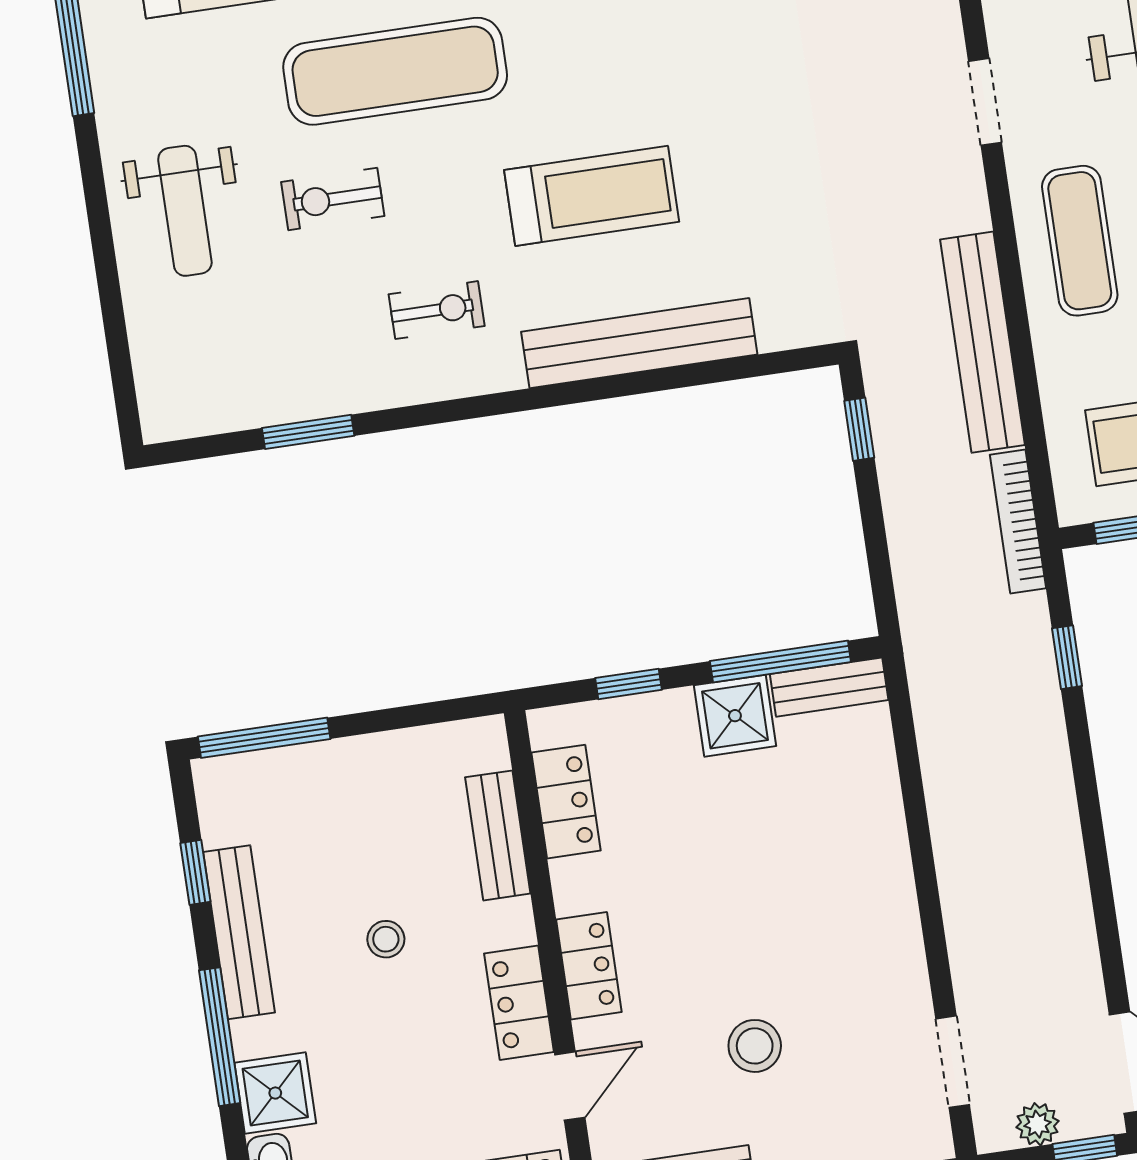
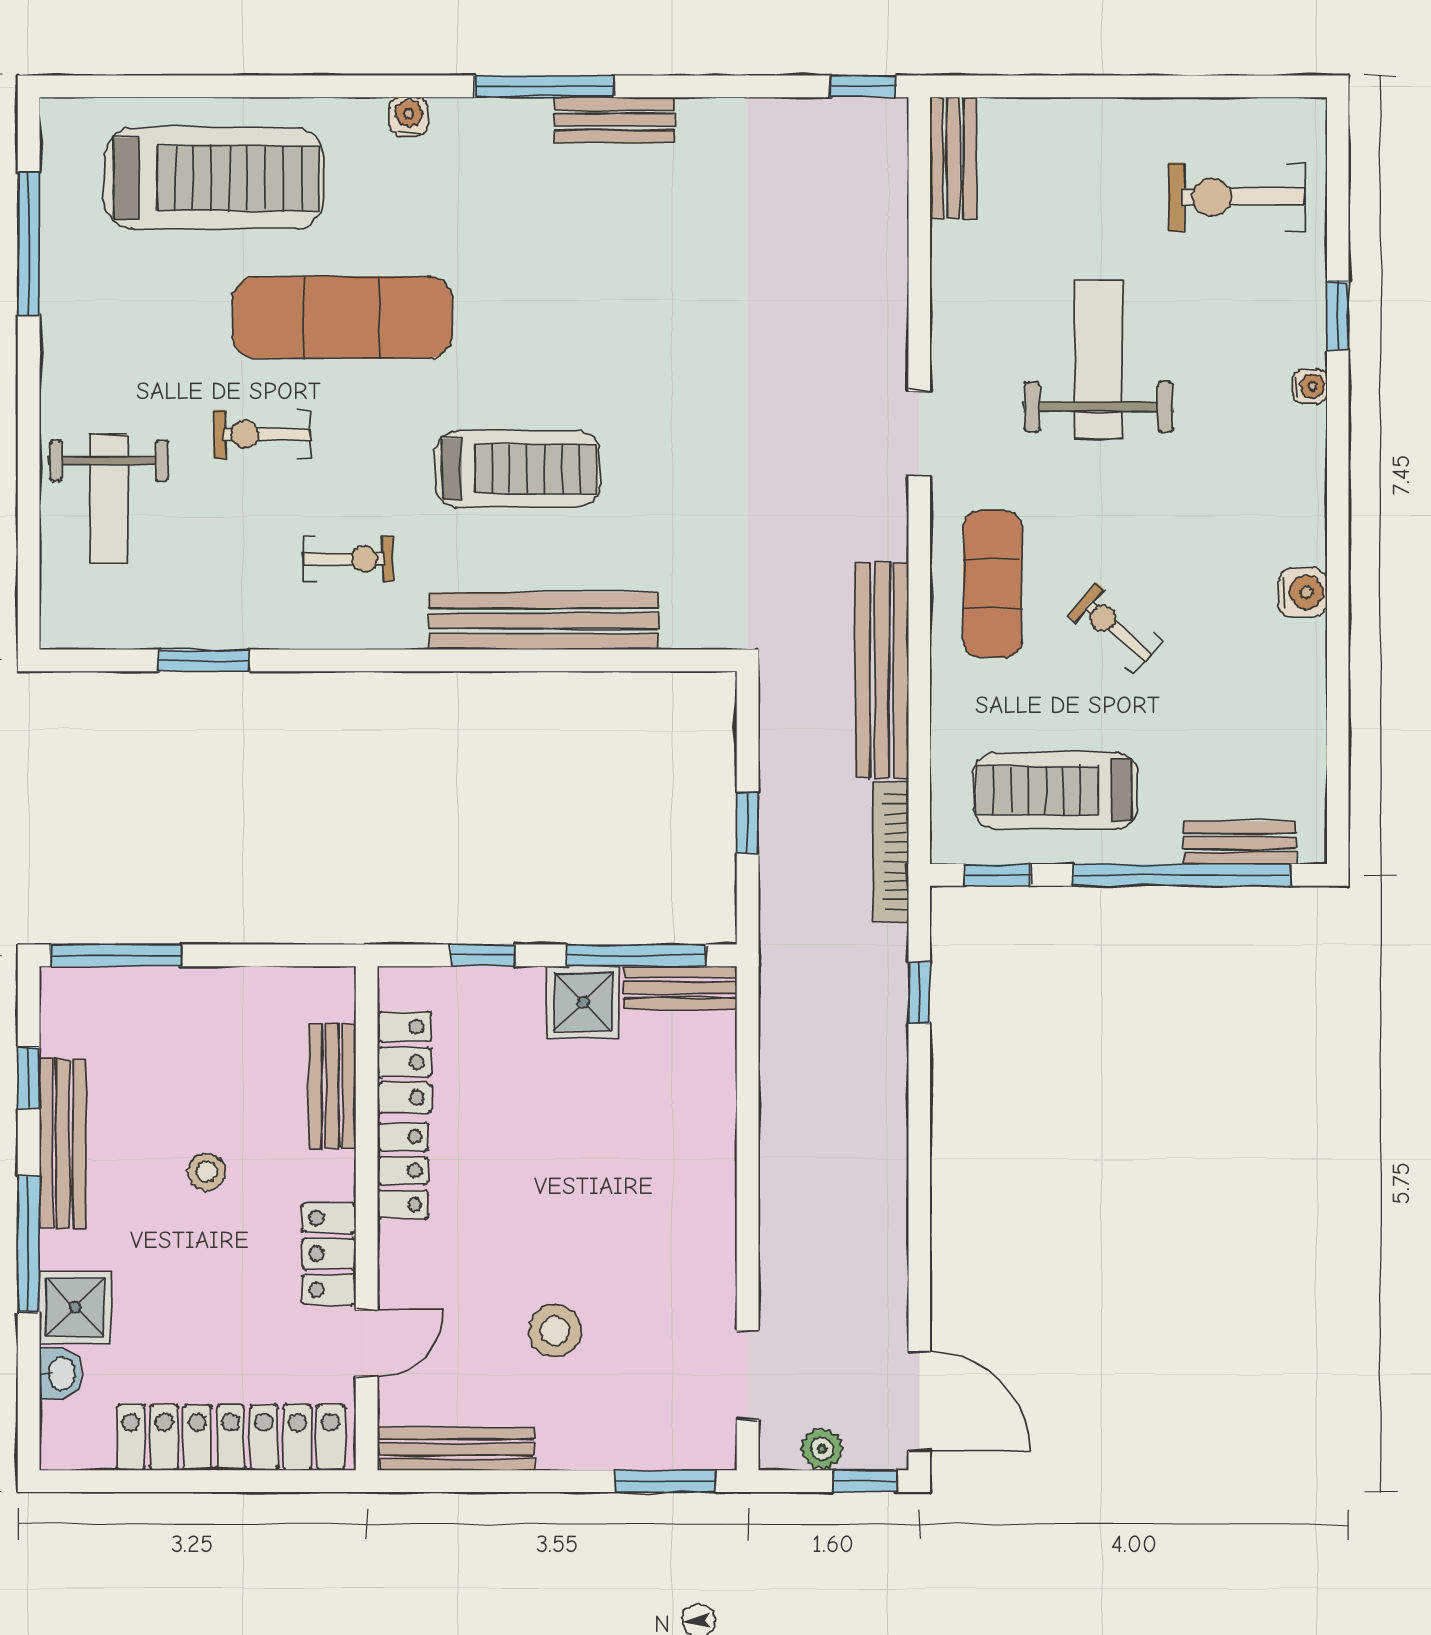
weight bench: (185, 211) -> (109, 499), moved
window: (859, 429) -> (748, 824), moved
locker: (589, 966) -> (403, 1171), moved

